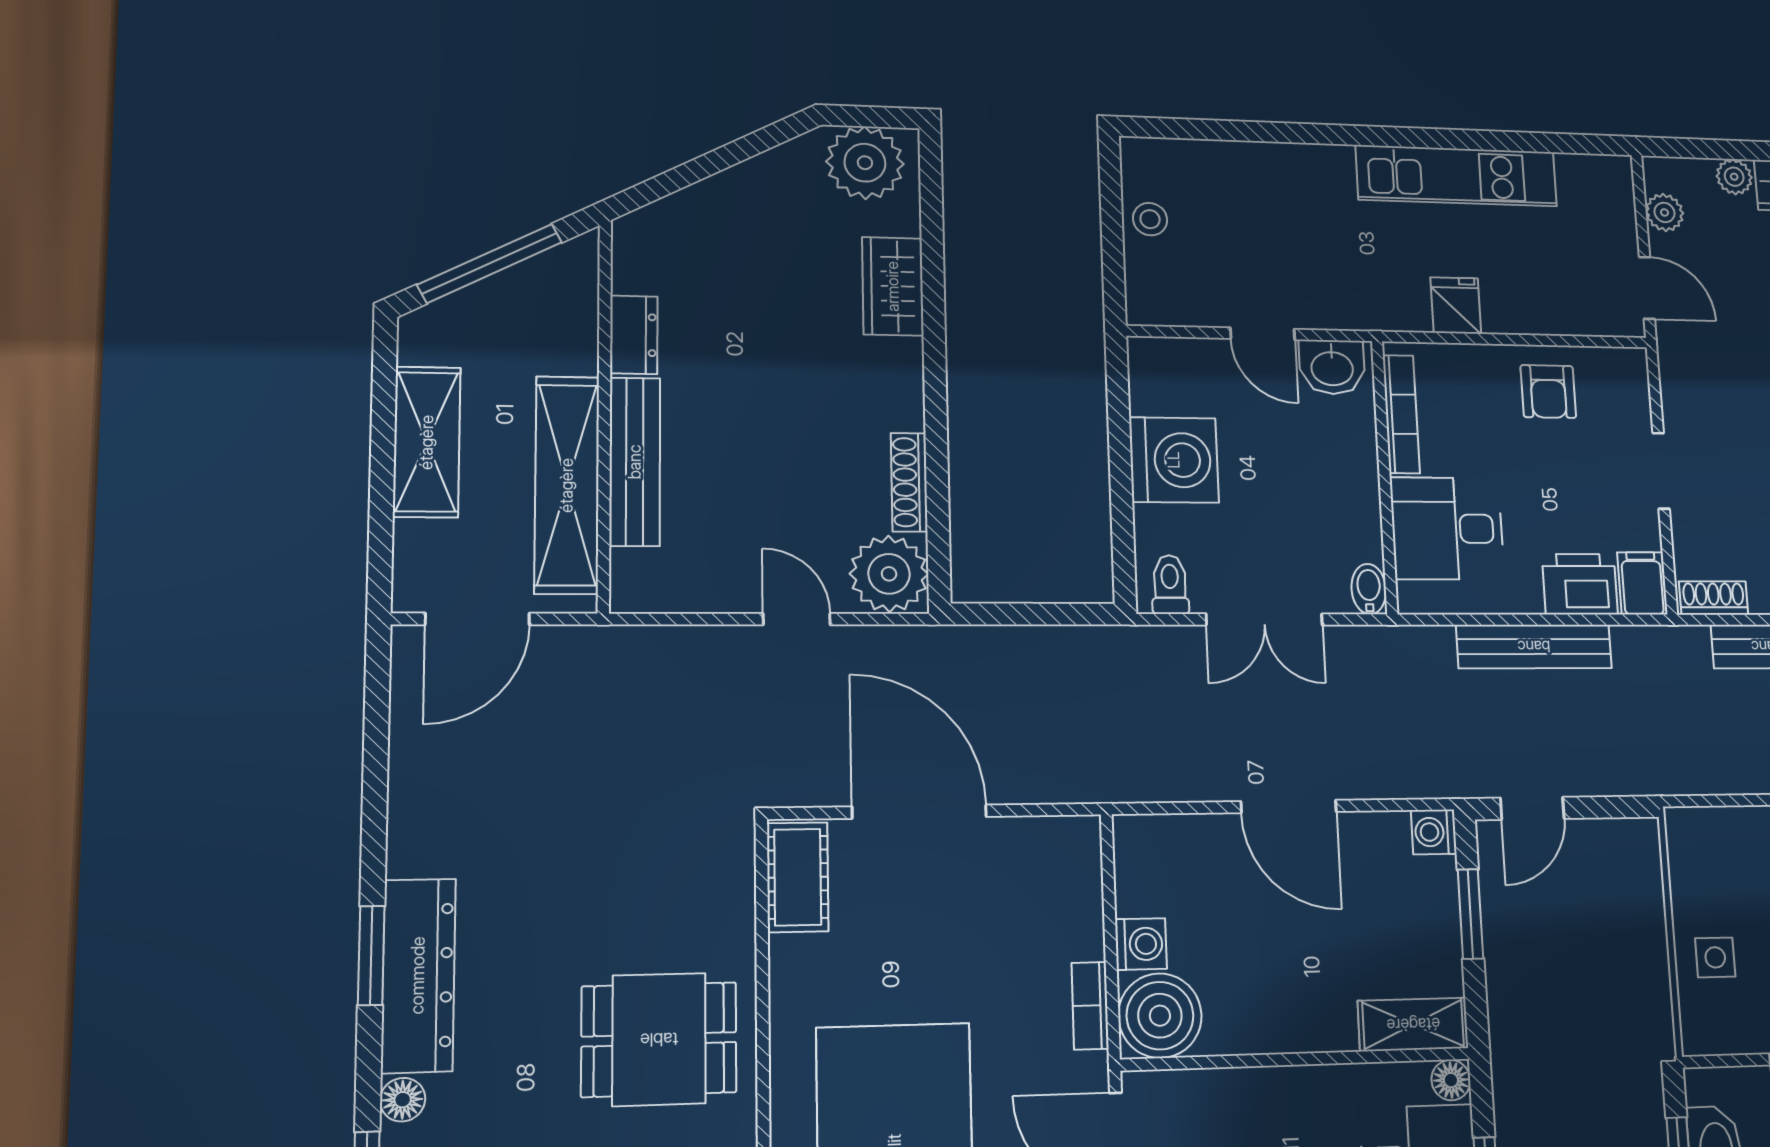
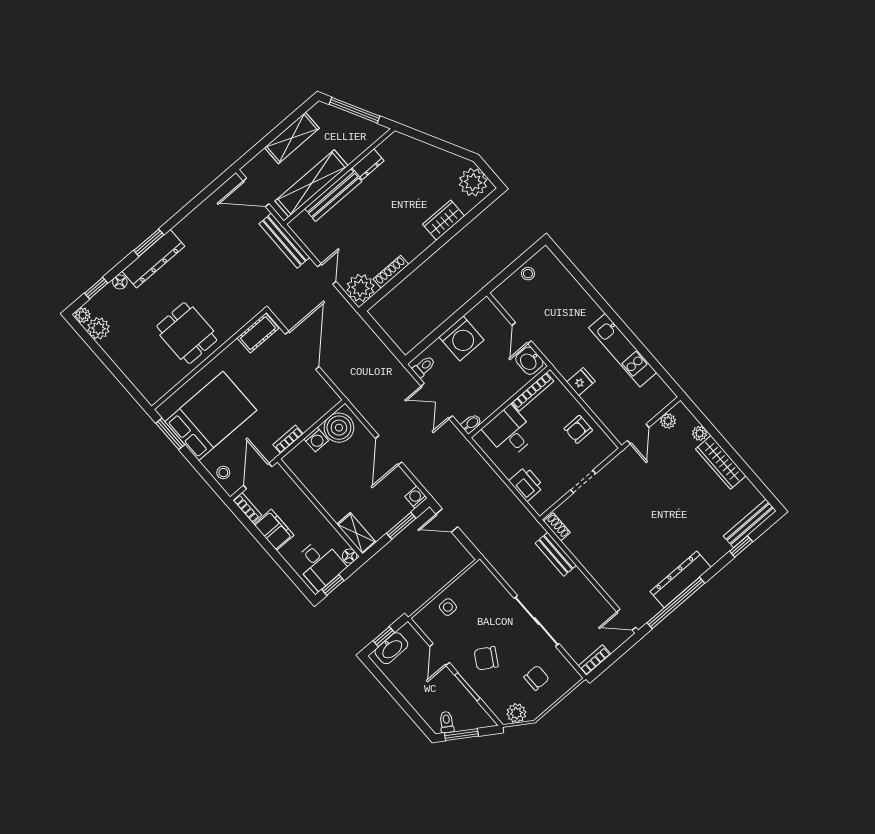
filing cabinet: (1642, 583) -> (543, 502), removed
bench: (1534, 646) -> (284, 241), moved
boiler: (1160, 1016) -> (339, 428), moved

